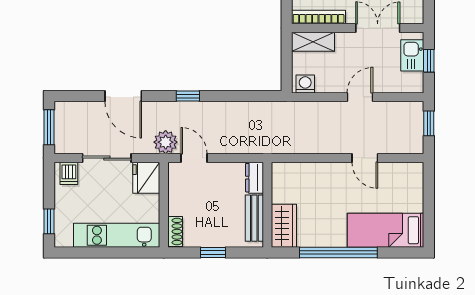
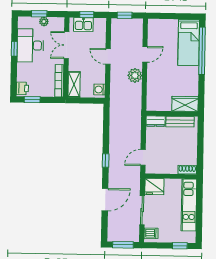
plant: (166, 142) -> (135, 75), moved
window: (213, 252) -> (200, 147), removed
window: (338, 252) -> (202, 51), moved

